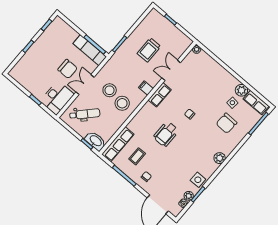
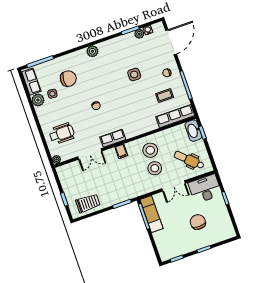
trolley: (149, 50) -> (88, 203), moved
chair: (68, 69) -> (198, 222), moved
wheelchair: (166, 134) -> (62, 134), moved
side table: (198, 180) -> (134, 74), moved

